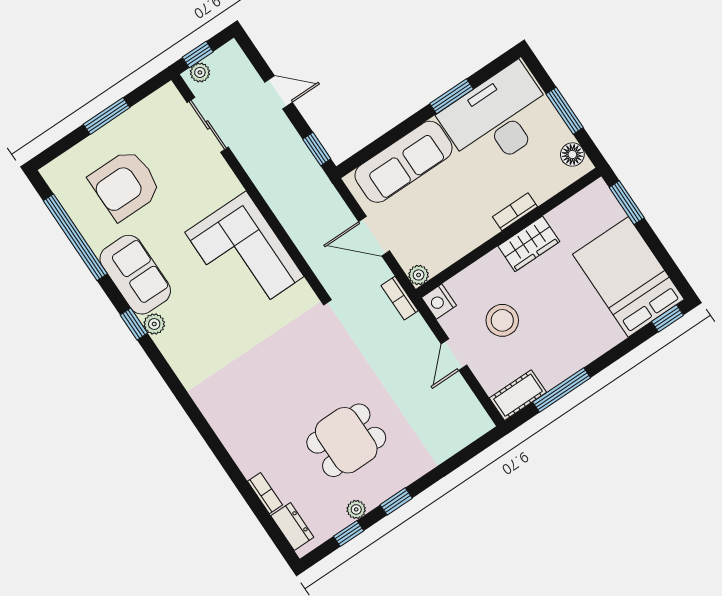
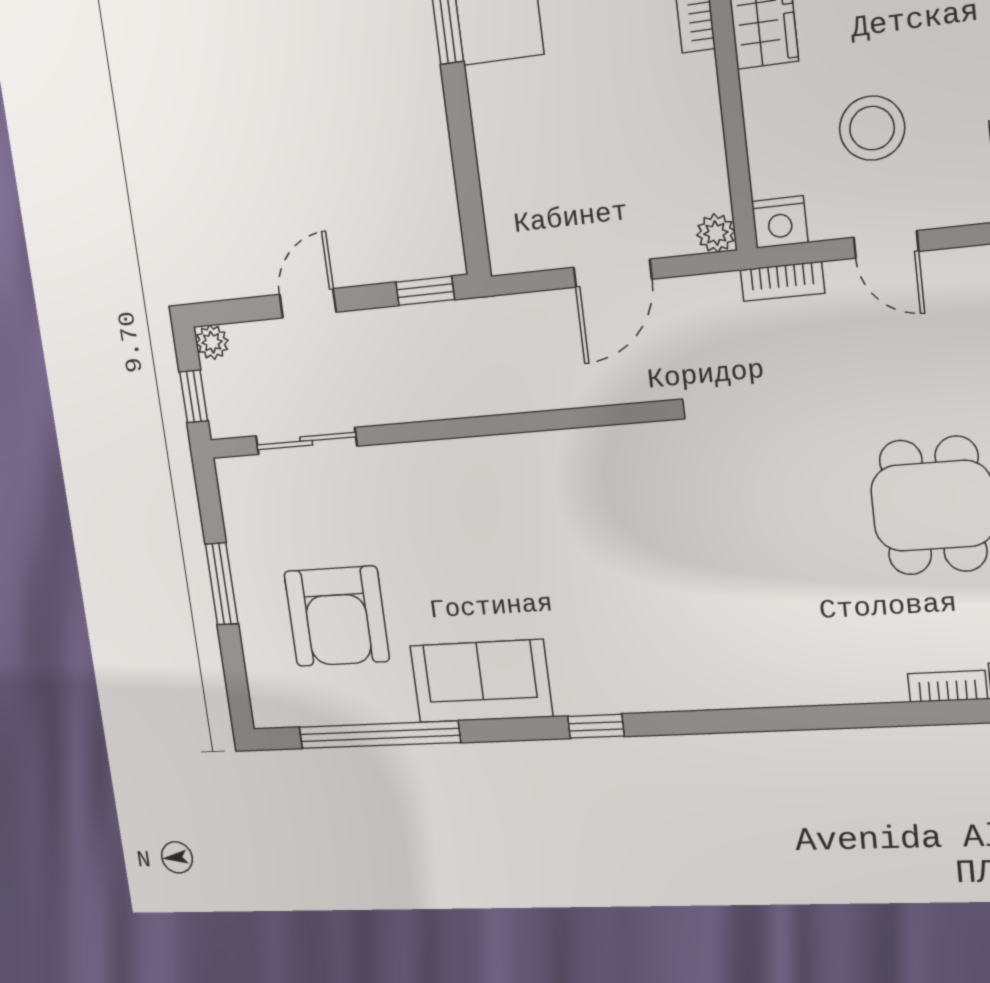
plant: (200, 72) -> (212, 342), moved
sofa: (404, 162) -> (515, 159), removed
corner sofa: (244, 254) -> (535, 498), removed
bookcase: (400, 298) -> (782, 281), moved
window: (134, 324) -> (596, 726), moved
plant: (154, 324) -> (573, 698), removed

